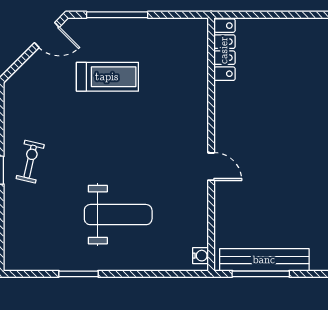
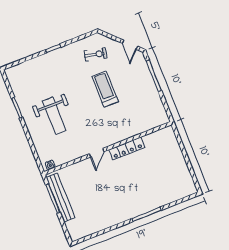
locker: (224, 50) -> (127, 148), moved
treadmill: (107, 77) -> (105, 89), moved, turned 180
exercise bike: (30, 162) -> (95, 54), moved

